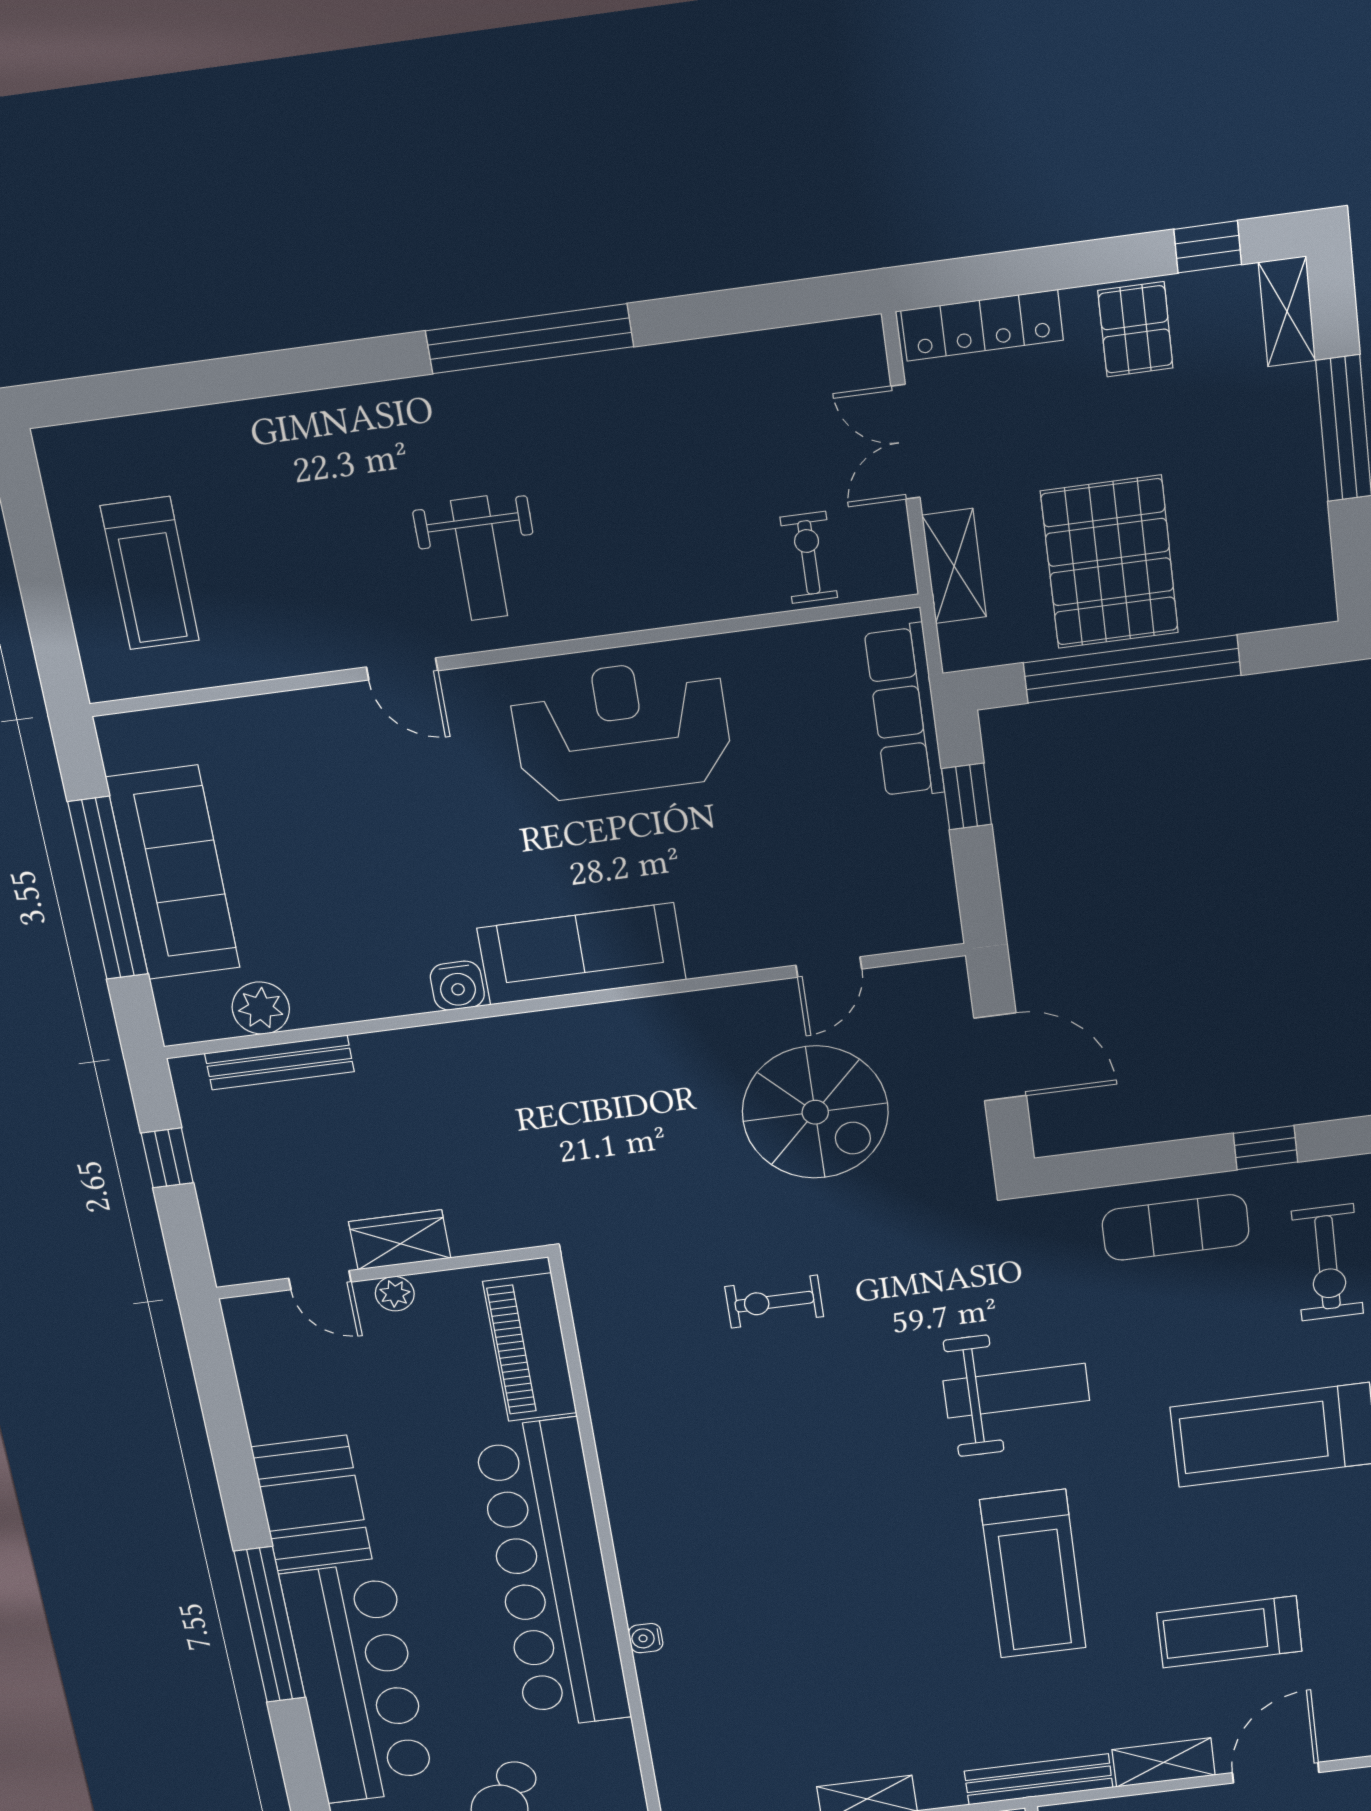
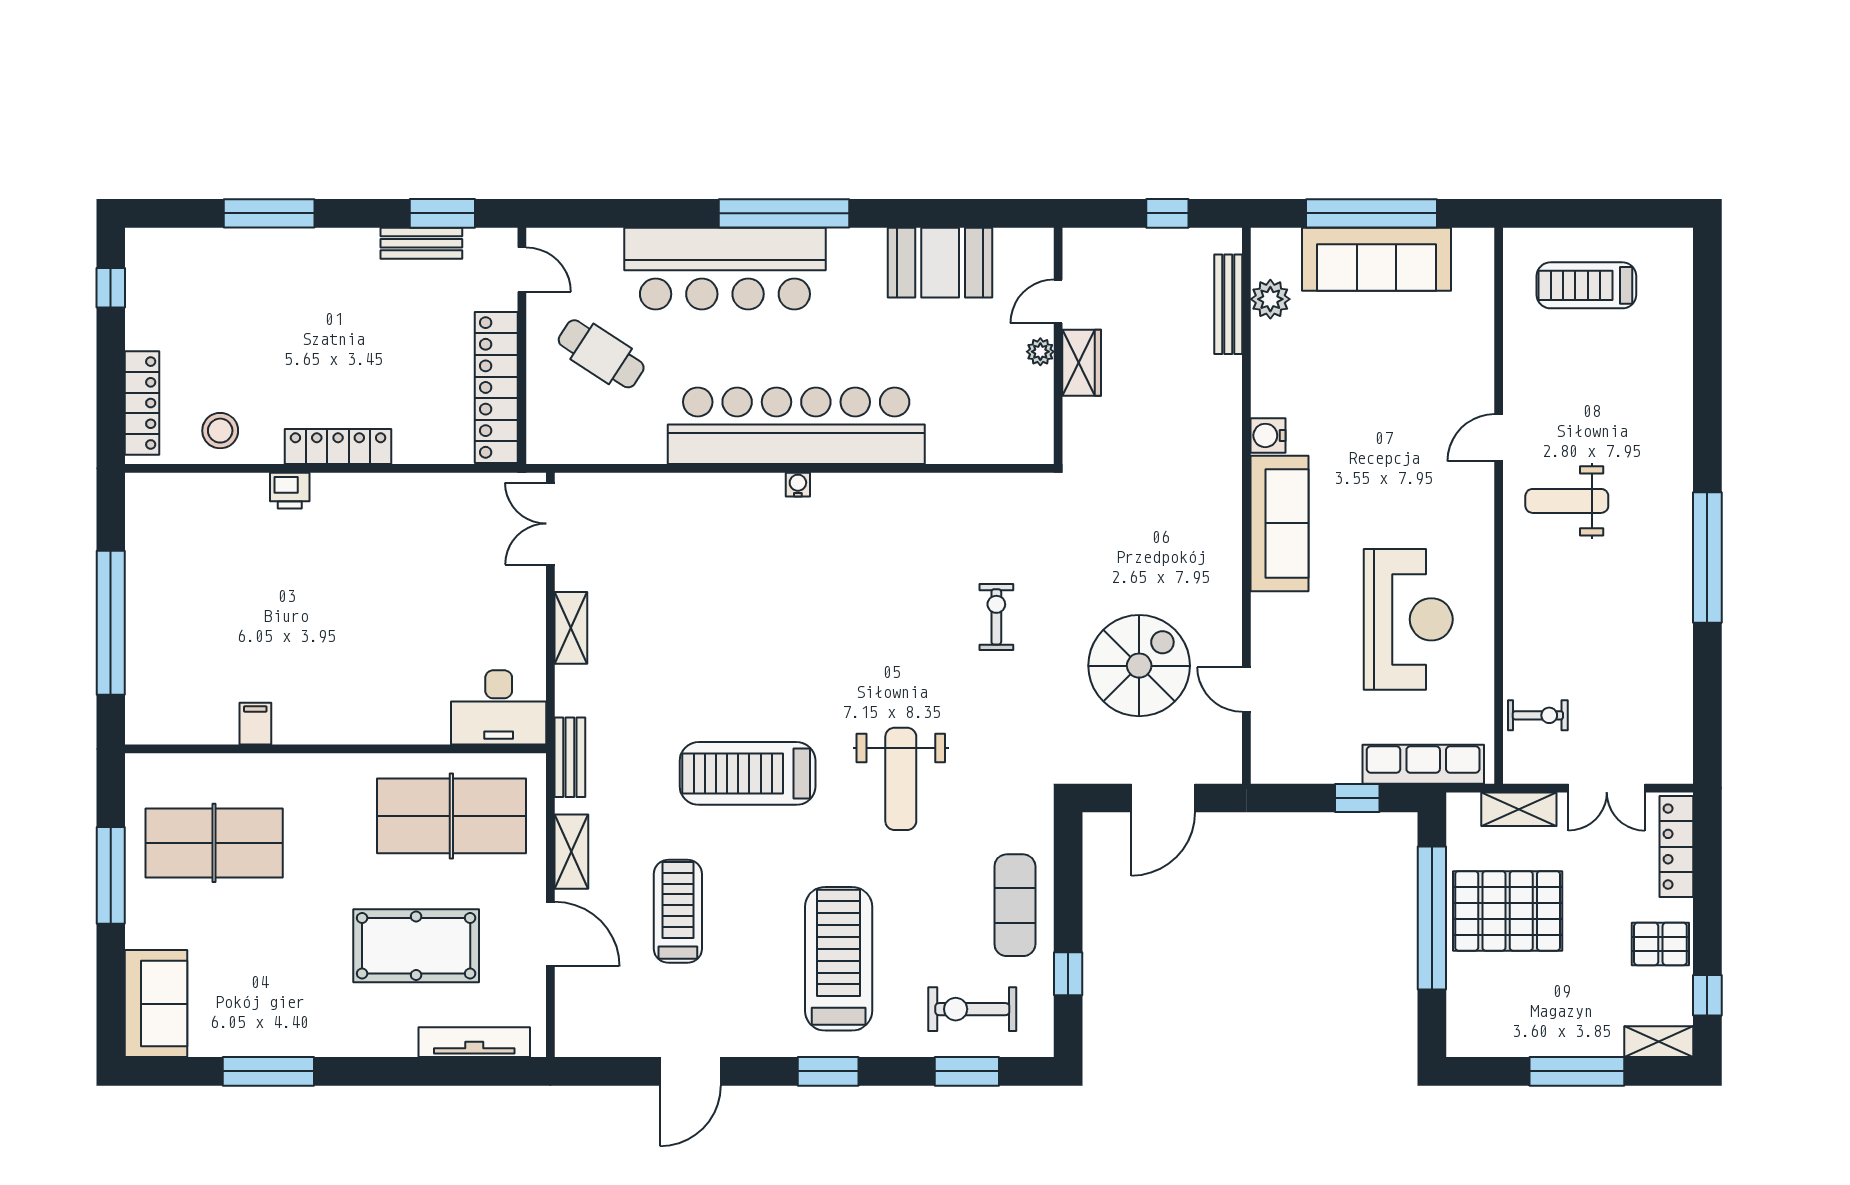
double door: (905, 442) -> (1607, 788), swing flipped
reception desk: (621, 729) -> (1408, 619), moved
spiral stairs: (815, 1112) -> (1139, 666), turned 180
piano: (530, 1347) -> (984, 439), removed
booth: (312, 1503) -> (940, 263), moved
water cooler: (646, 1638) -> (798, 485), moved
bench: (1039, 1779) -> (570, 757), width x0.73

